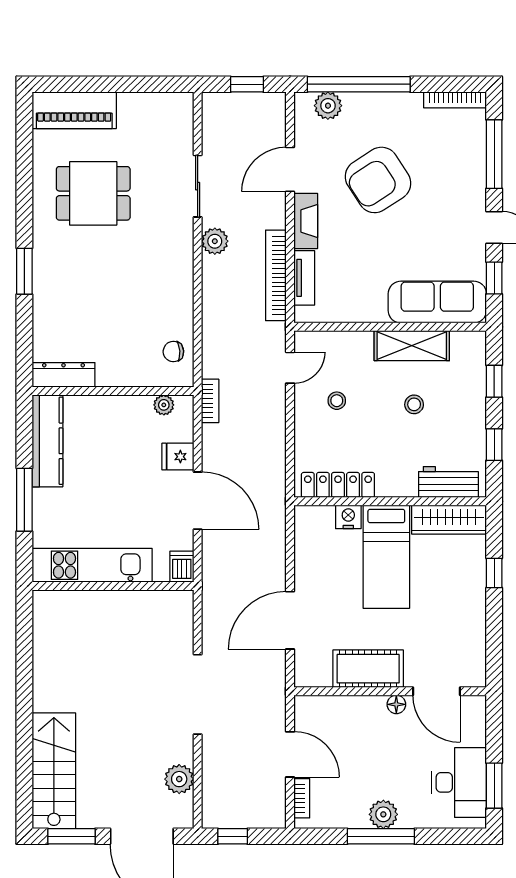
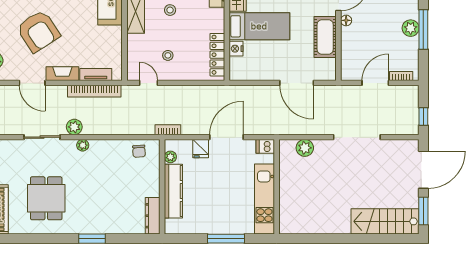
plant: (184, 255) -> (83, 145), added
kitchen counter: (47, 441) -> (173, 191), moved, turned 90
doorway: (198, 694) -> (357, 137), moved
plant: (179, 779) -> (305, 148), moved

